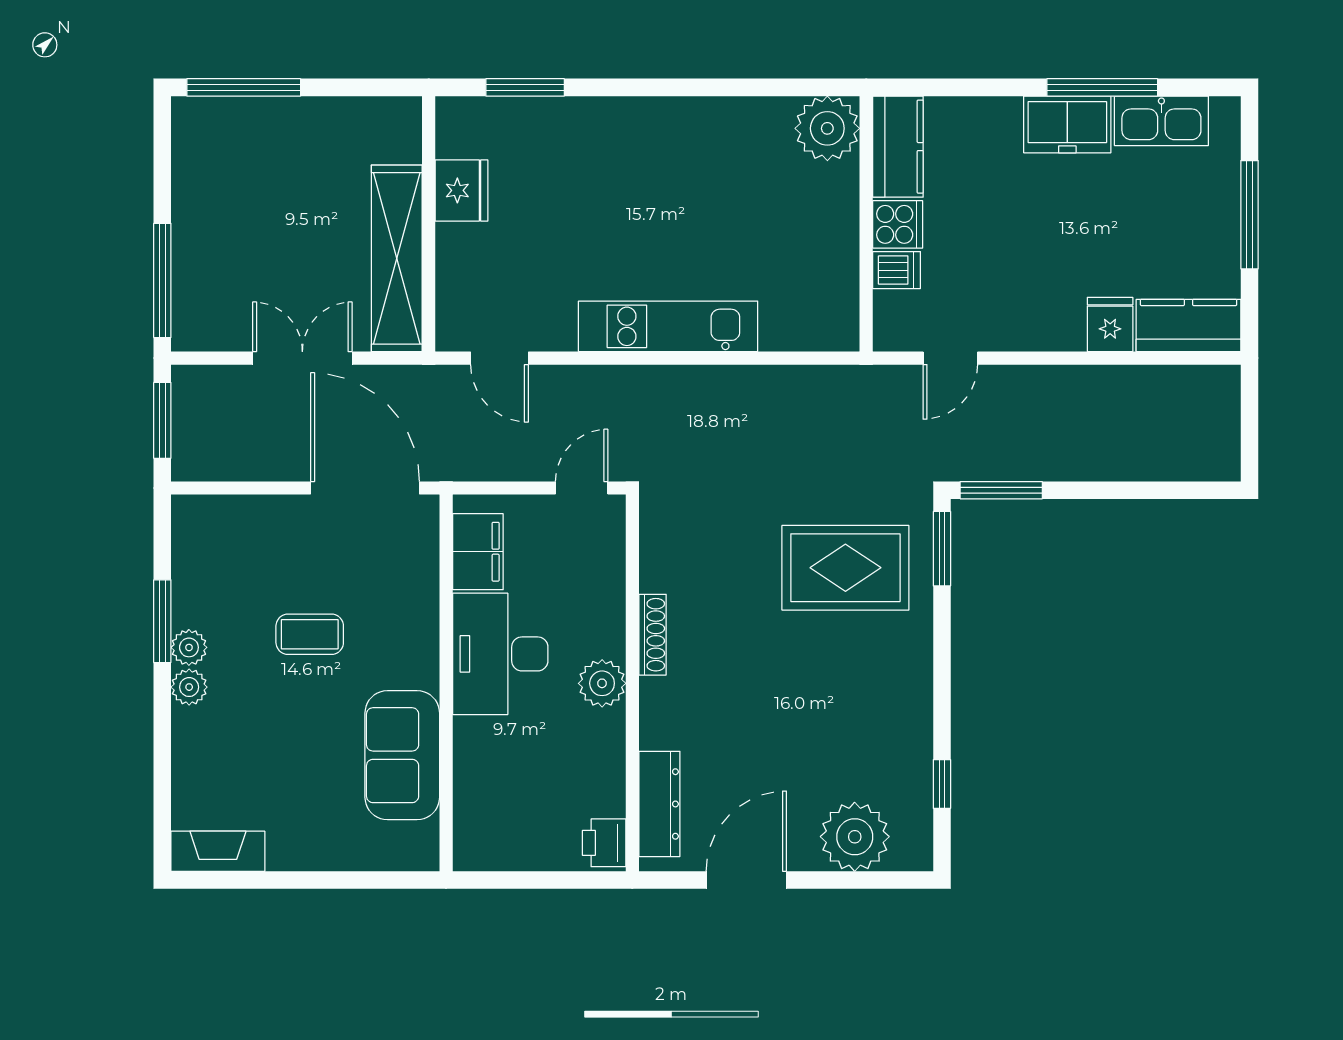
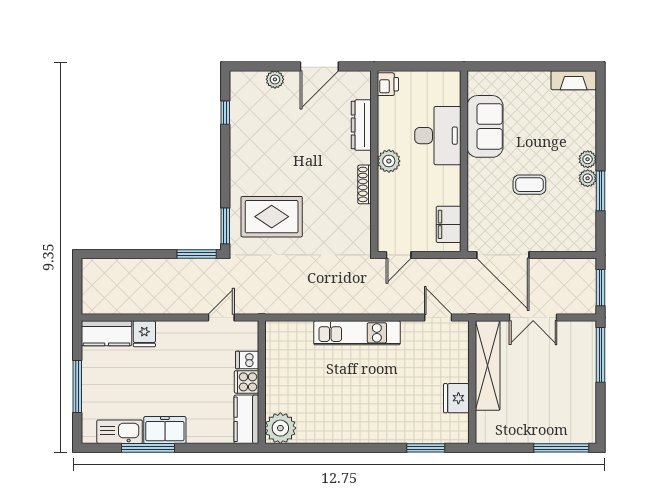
desk: (500, 654) -> (438, 136), moved
dresser: (659, 804) -> (361, 125), moved
plant: (855, 837) -> (275, 79), width x0.53, depth x0.53

